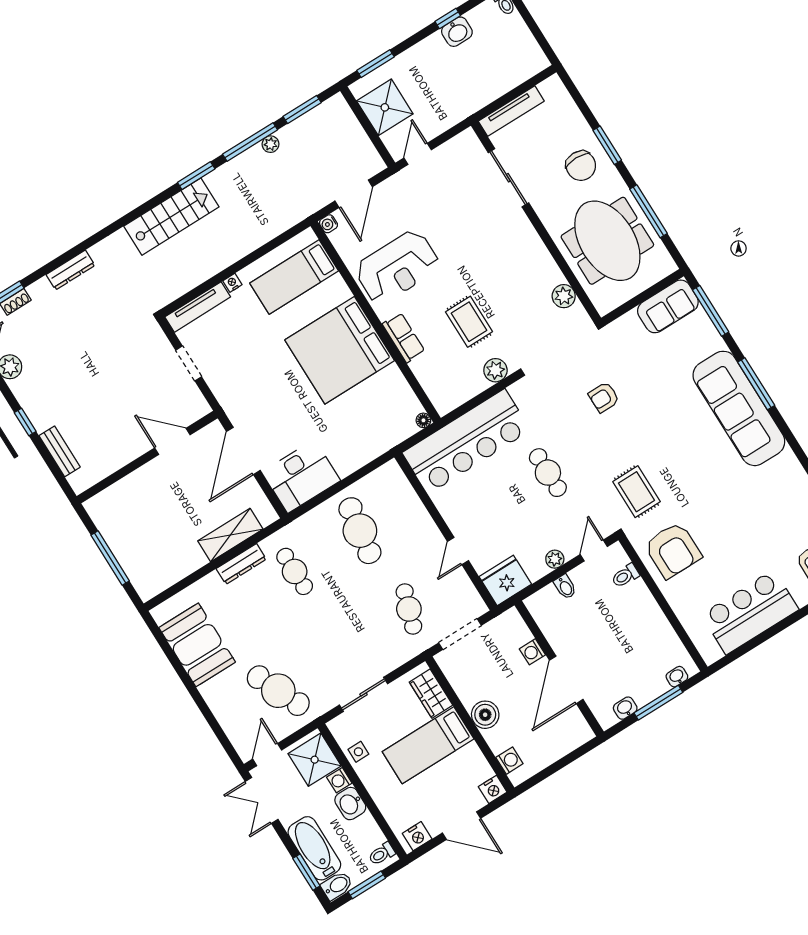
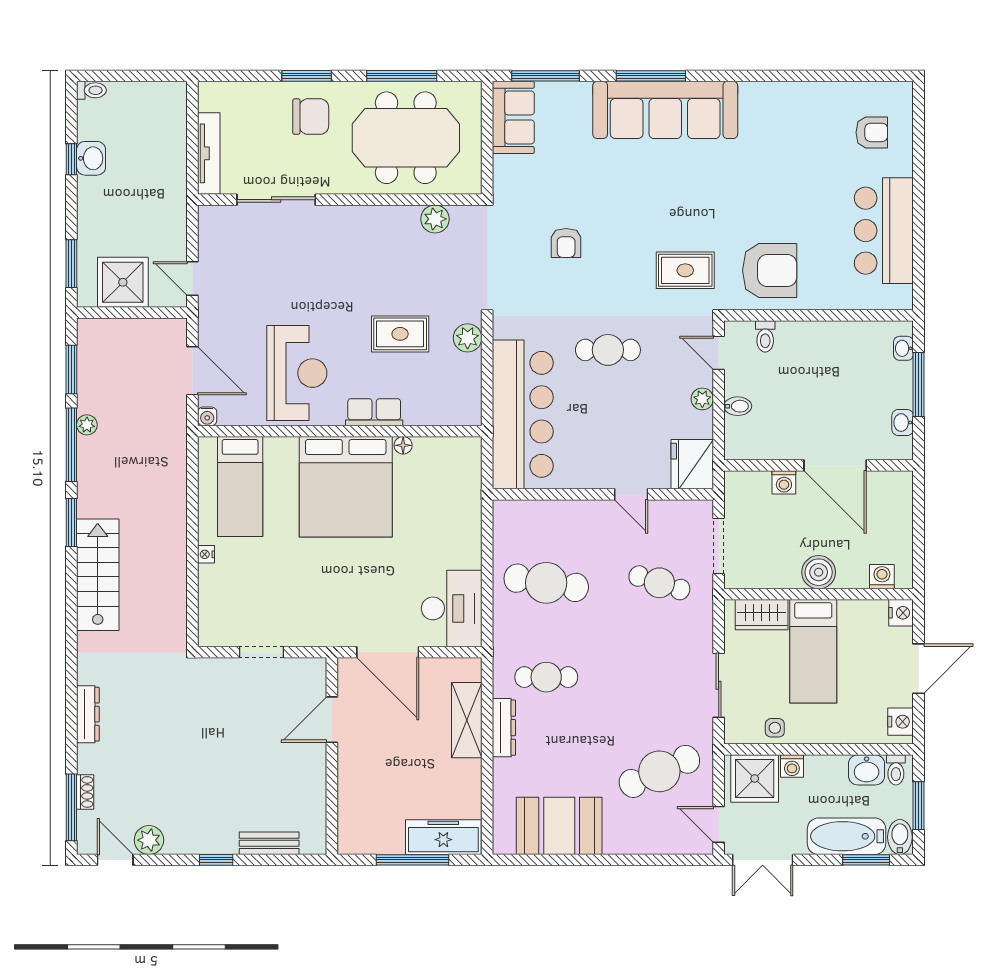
tv unit: (198, 307) -> (209, 606), removed
floor lamp: (423, 420) -> (403, 445), moved
freezer: (139, 569) -> (443, 837), added
washbasin: (350, 804) -> (867, 770), moved

